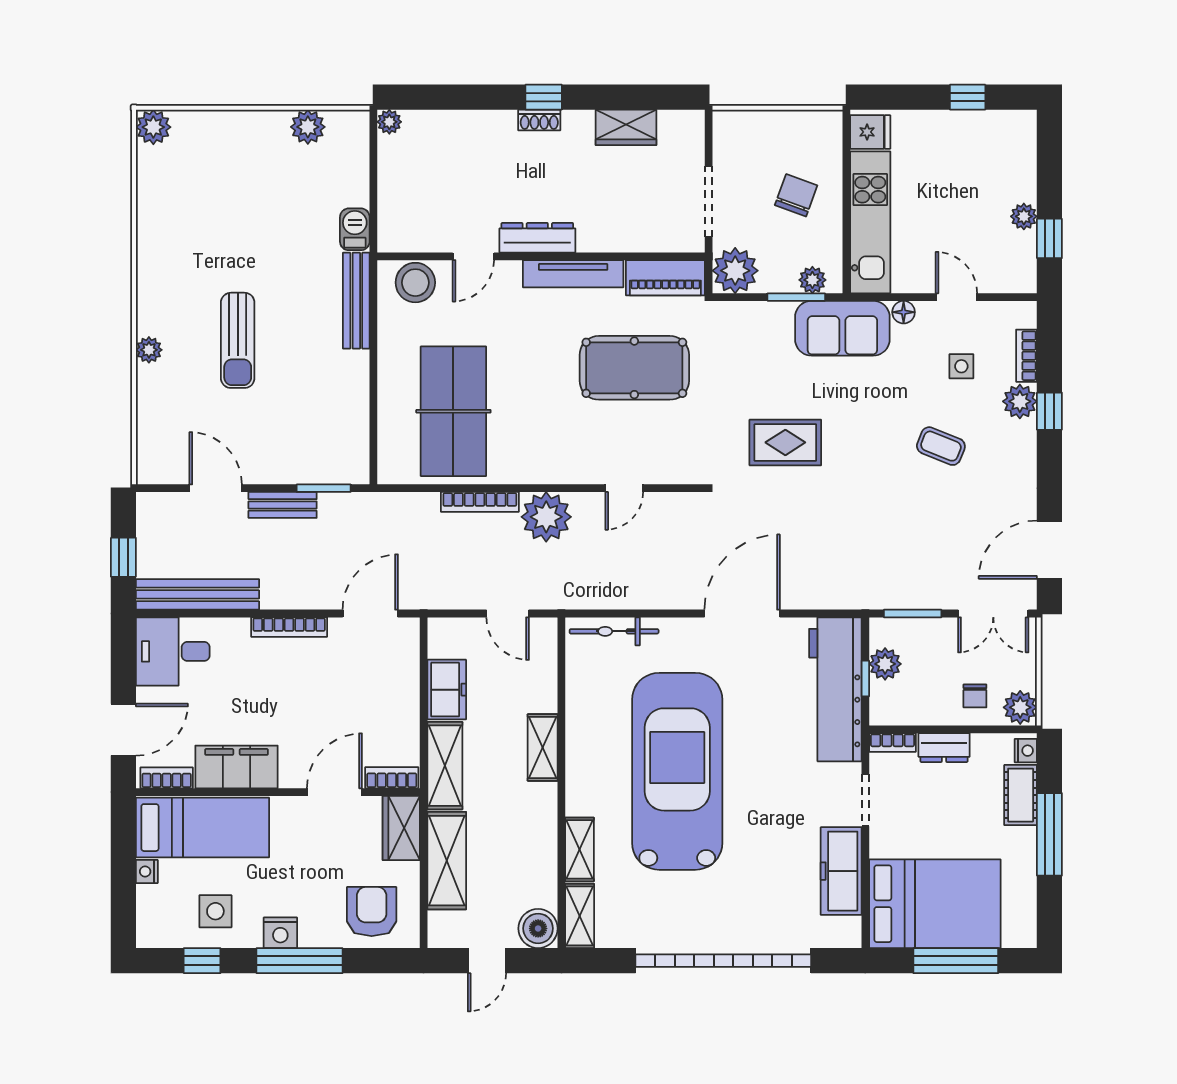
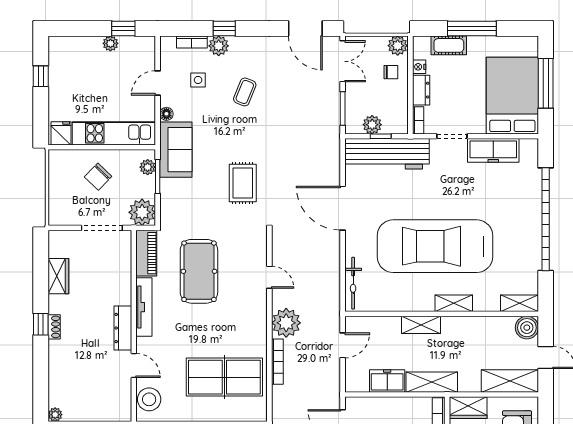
chair: (796, 195) -> (98, 177), turned -66
nightstand: (1026, 751) -> (419, 67), moved, turned -90
shelving: (579, 849) -> (454, 303), moved
shelving: (447, 861) -> (510, 381), moved

